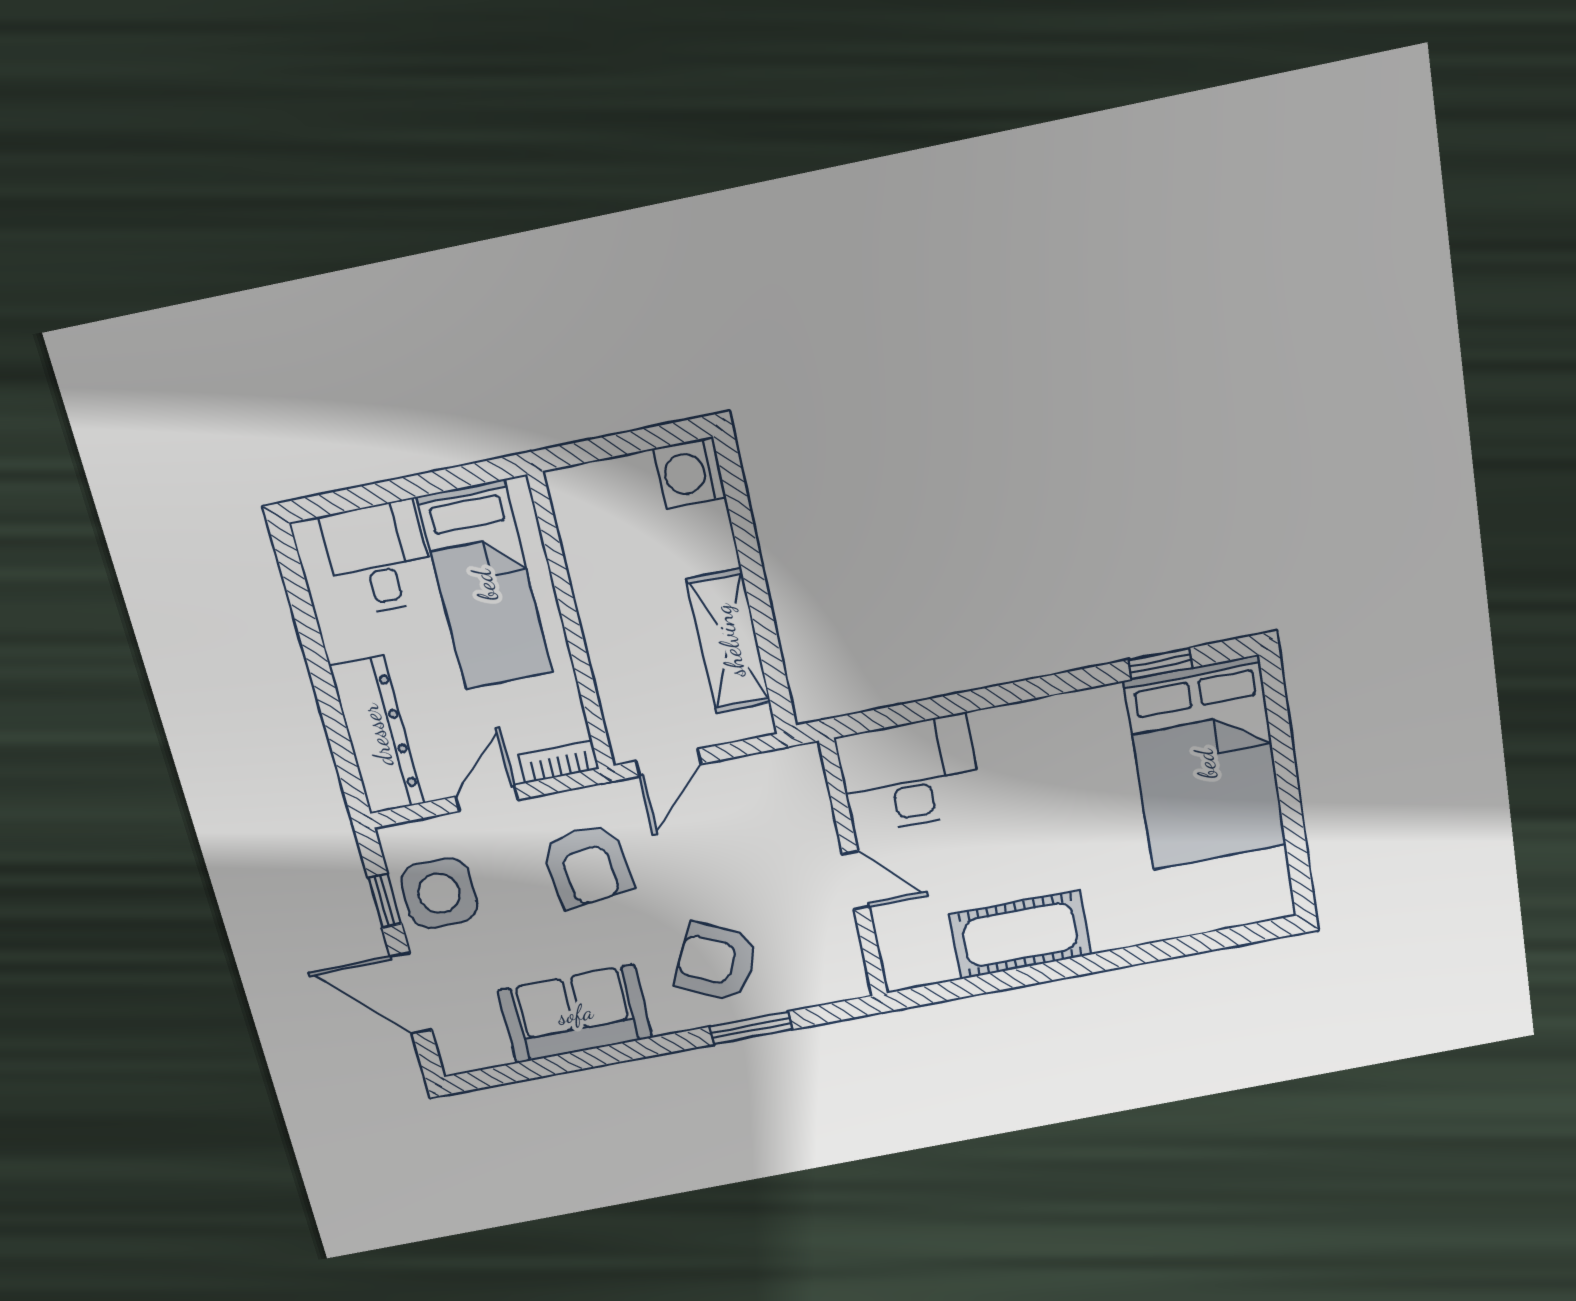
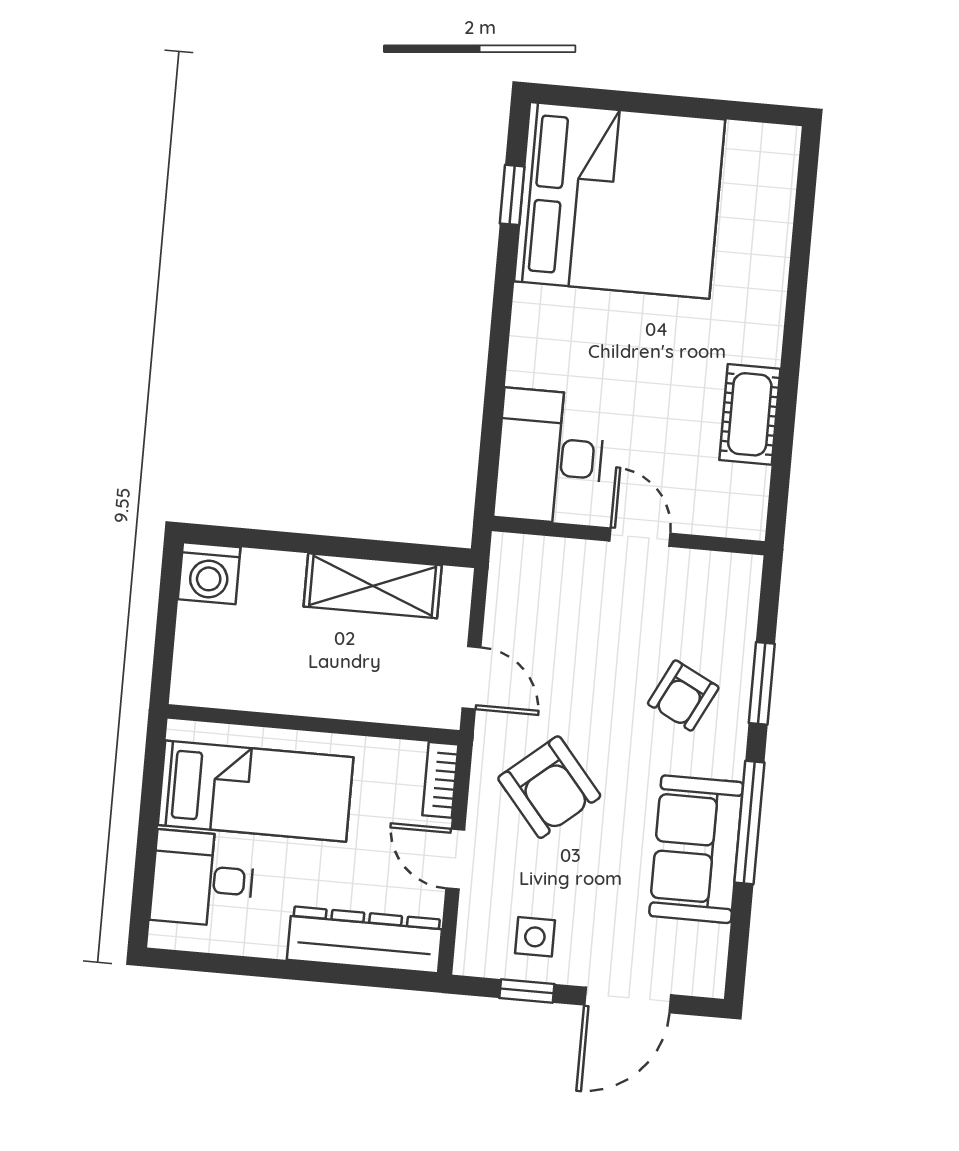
bed: (1206, 764) -> (620, 200), width x1.36
armchair: (587, 865) -> (549, 787), turned 57
door: (856, 880) -> (640, 537), hinge flipped
side table: (439, 893) -> (535, 937), width x0.54, depth x0.54
cot: (1020, 935) -> (750, 414), width x0.73, depth x0.75
armchair: (716, 962) -> (683, 695), width x0.72, depth x0.72
window: (617, 1053) -> (749, 822), added

